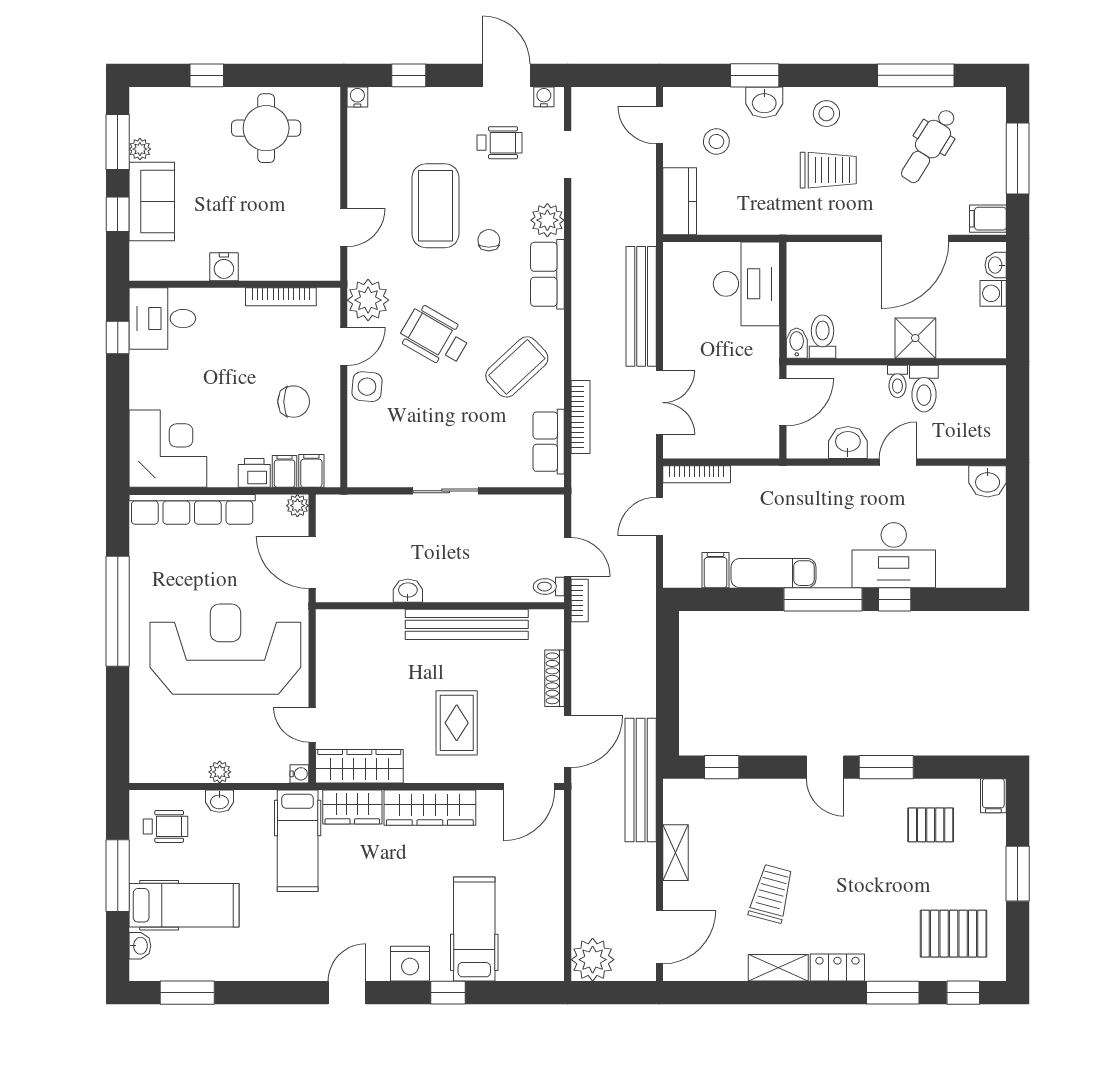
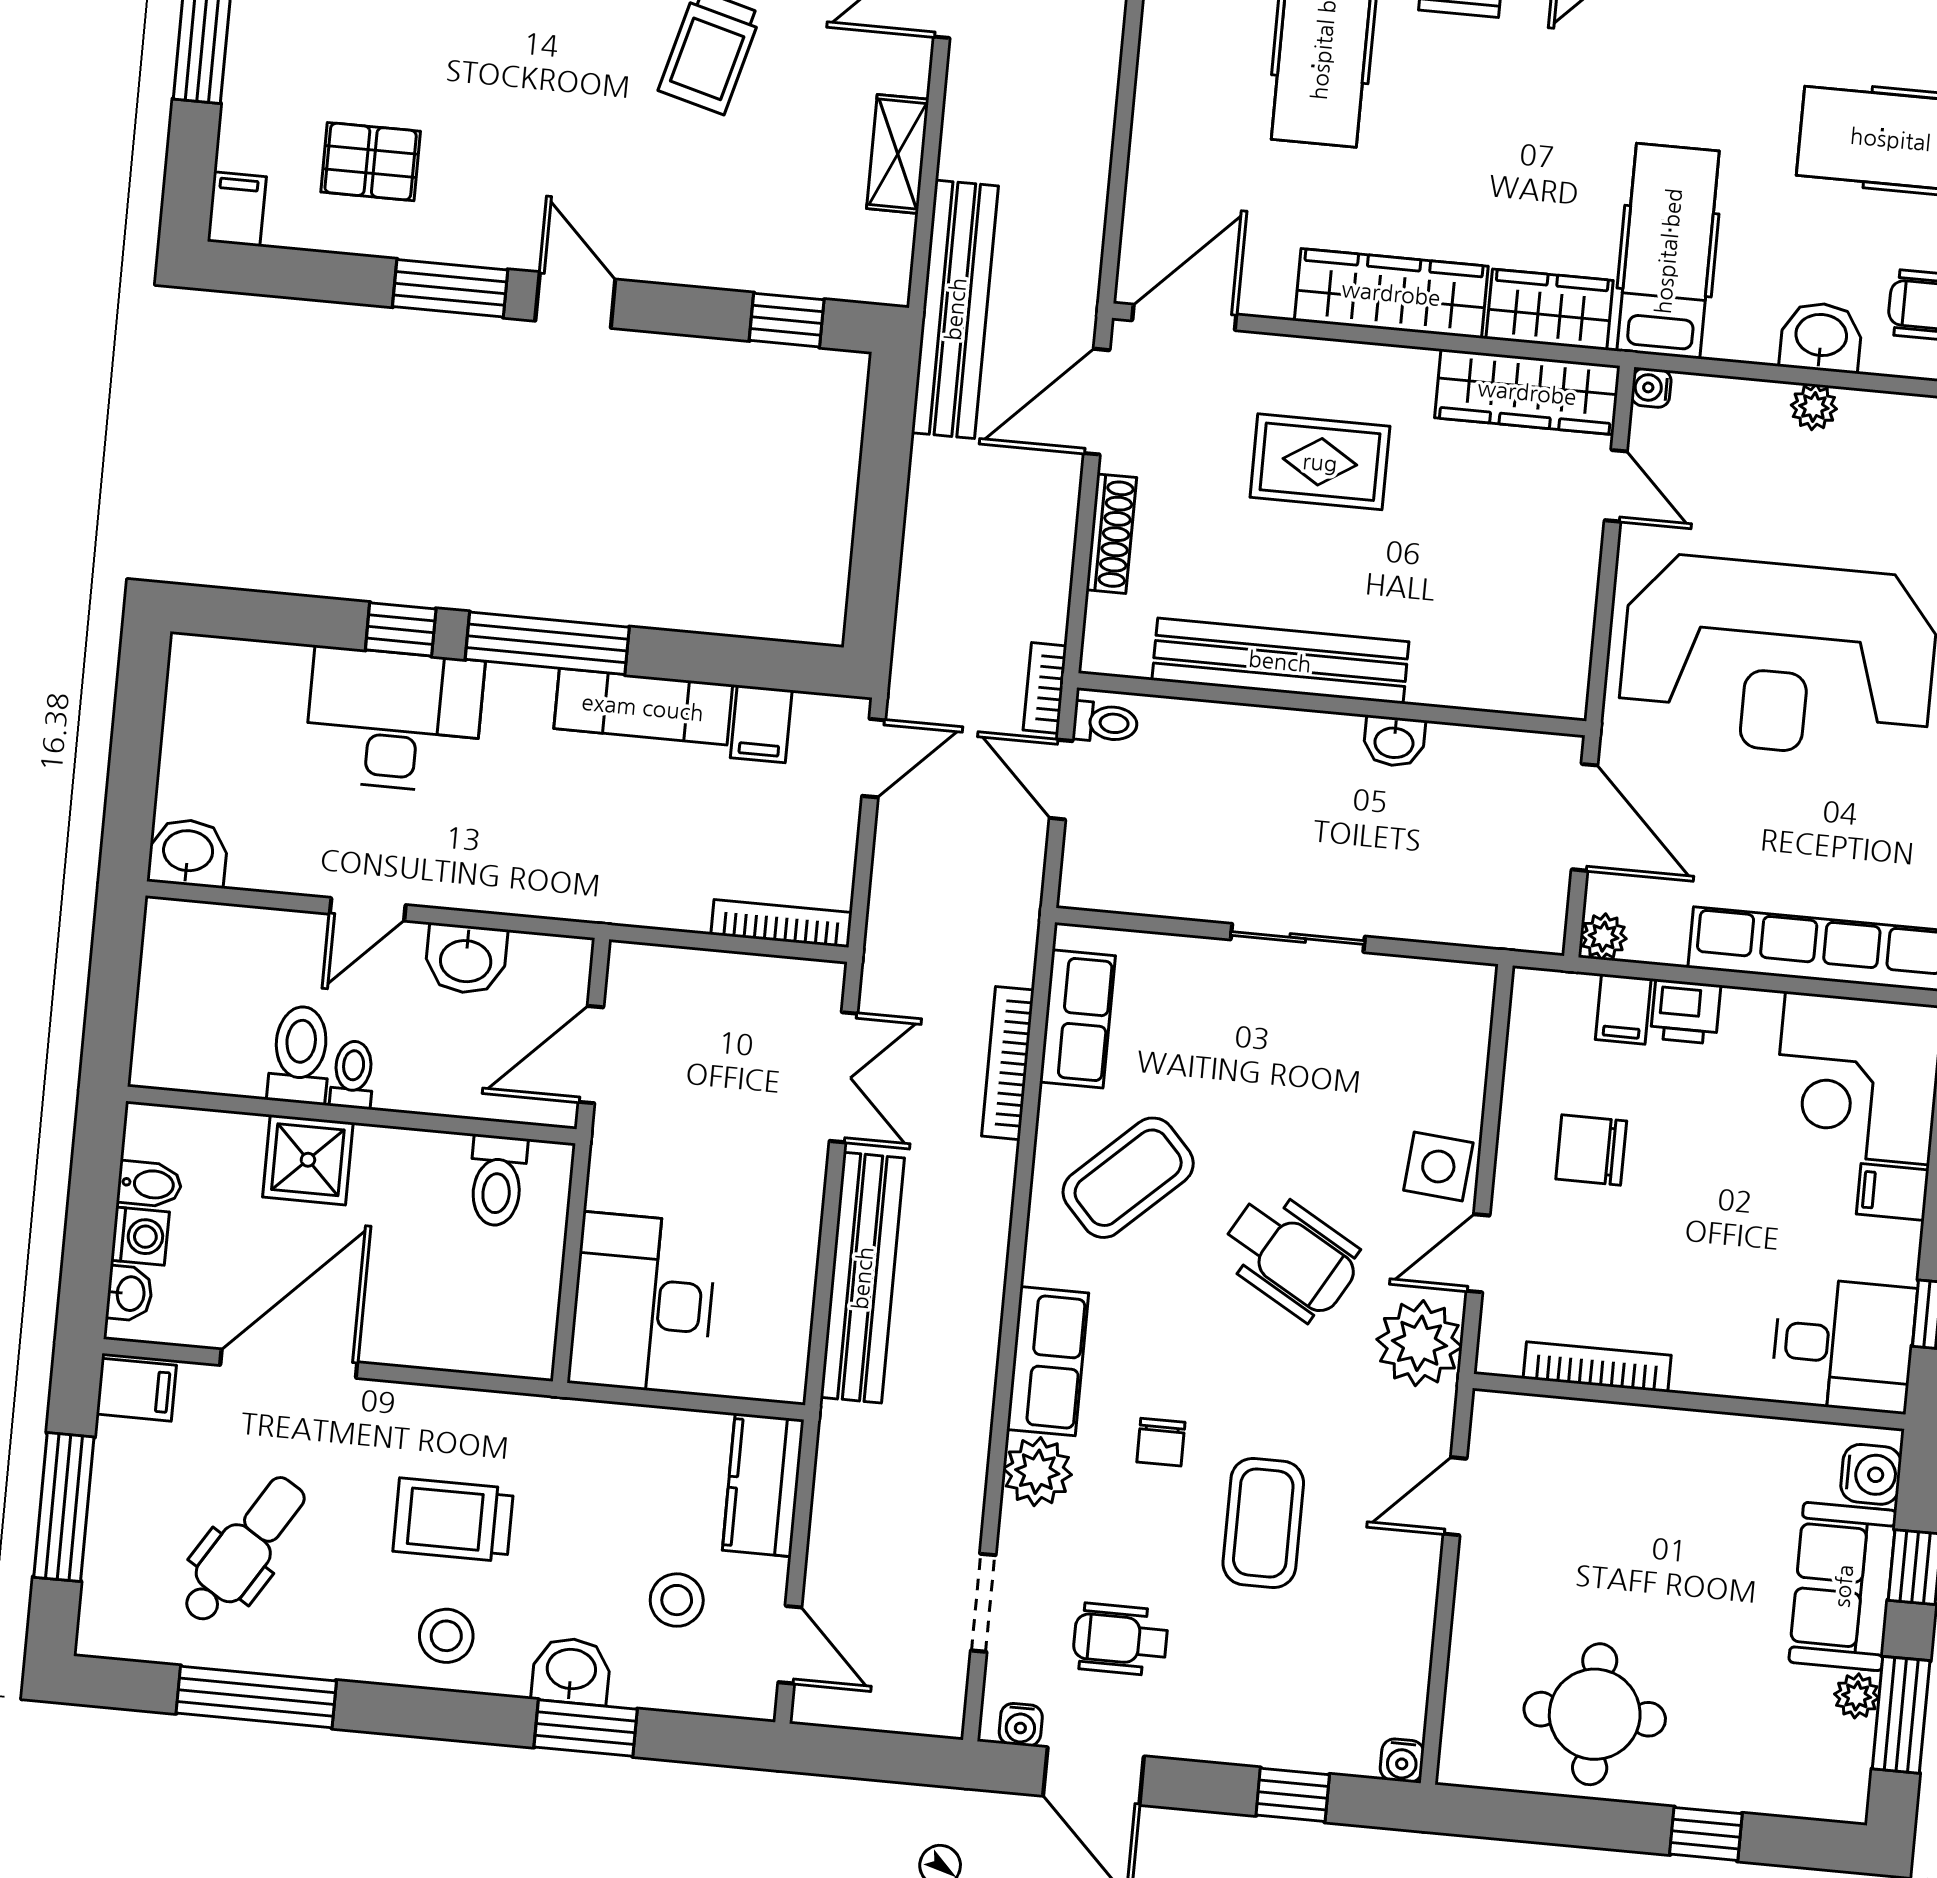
coffee table: (435, 206) -> (1263, 1523), width x0.73, depth x0.76
water cooler: (224, 267) -> (1871, 1474), moved, turned 90
bidet: (797, 343) -> (149, 1184), moved, turned -90
double door: (659, 403) -> (843, 1077), swing flipped
filing cabinet: (311, 471) -> (1893, 1192), moved, turned 90
door: (659, 516) -> (874, 758), moved
rug: (457, 723) -> (1320, 462), turned 90
washbasin: (219, 801) -> (1821, 337), width x1.38, depth x1.45

